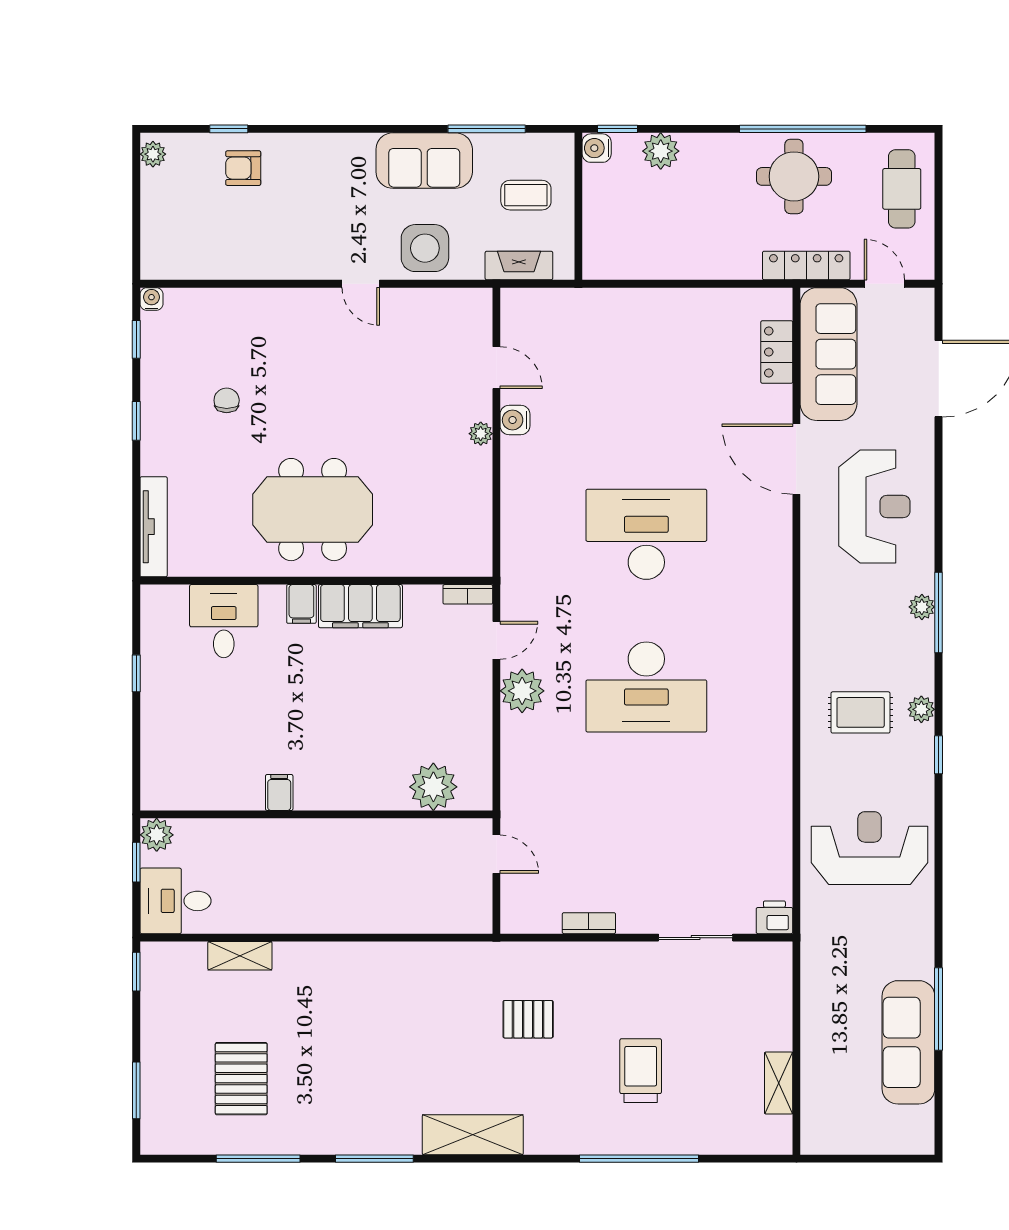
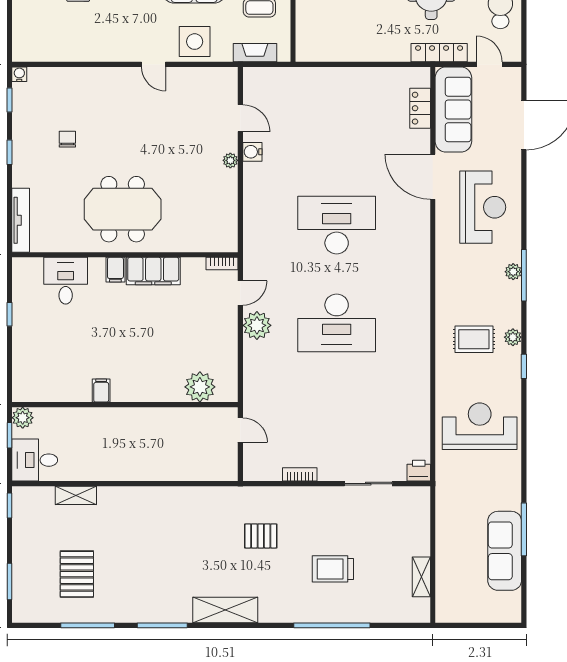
trolley: (641, 1071) -> (333, 569), turned -90

